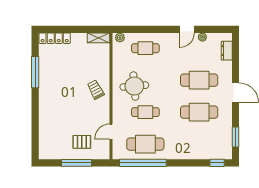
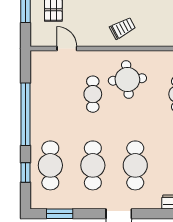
cafe table: (145, 144) -> (50, 165), moved
window: (143, 163) -> (25, 114), moved
window: (217, 163) -> (25, 173), moved

